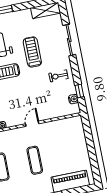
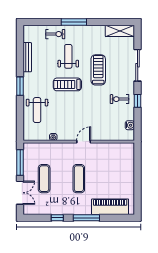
window: (79, 91) -> (138, 101), moved

